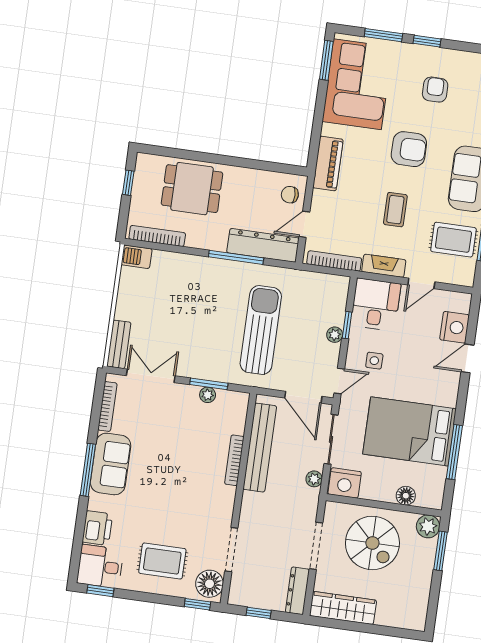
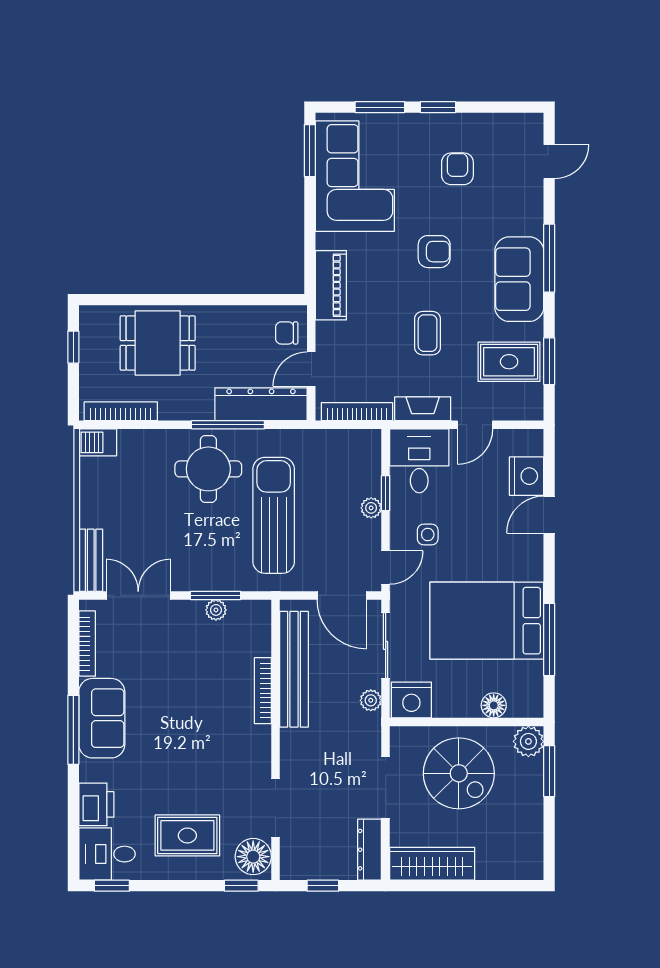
armchair: (409, 149) -> (434, 252), width x0.72, depth x0.72
round table: (217, 288) -> (208, 469), added

